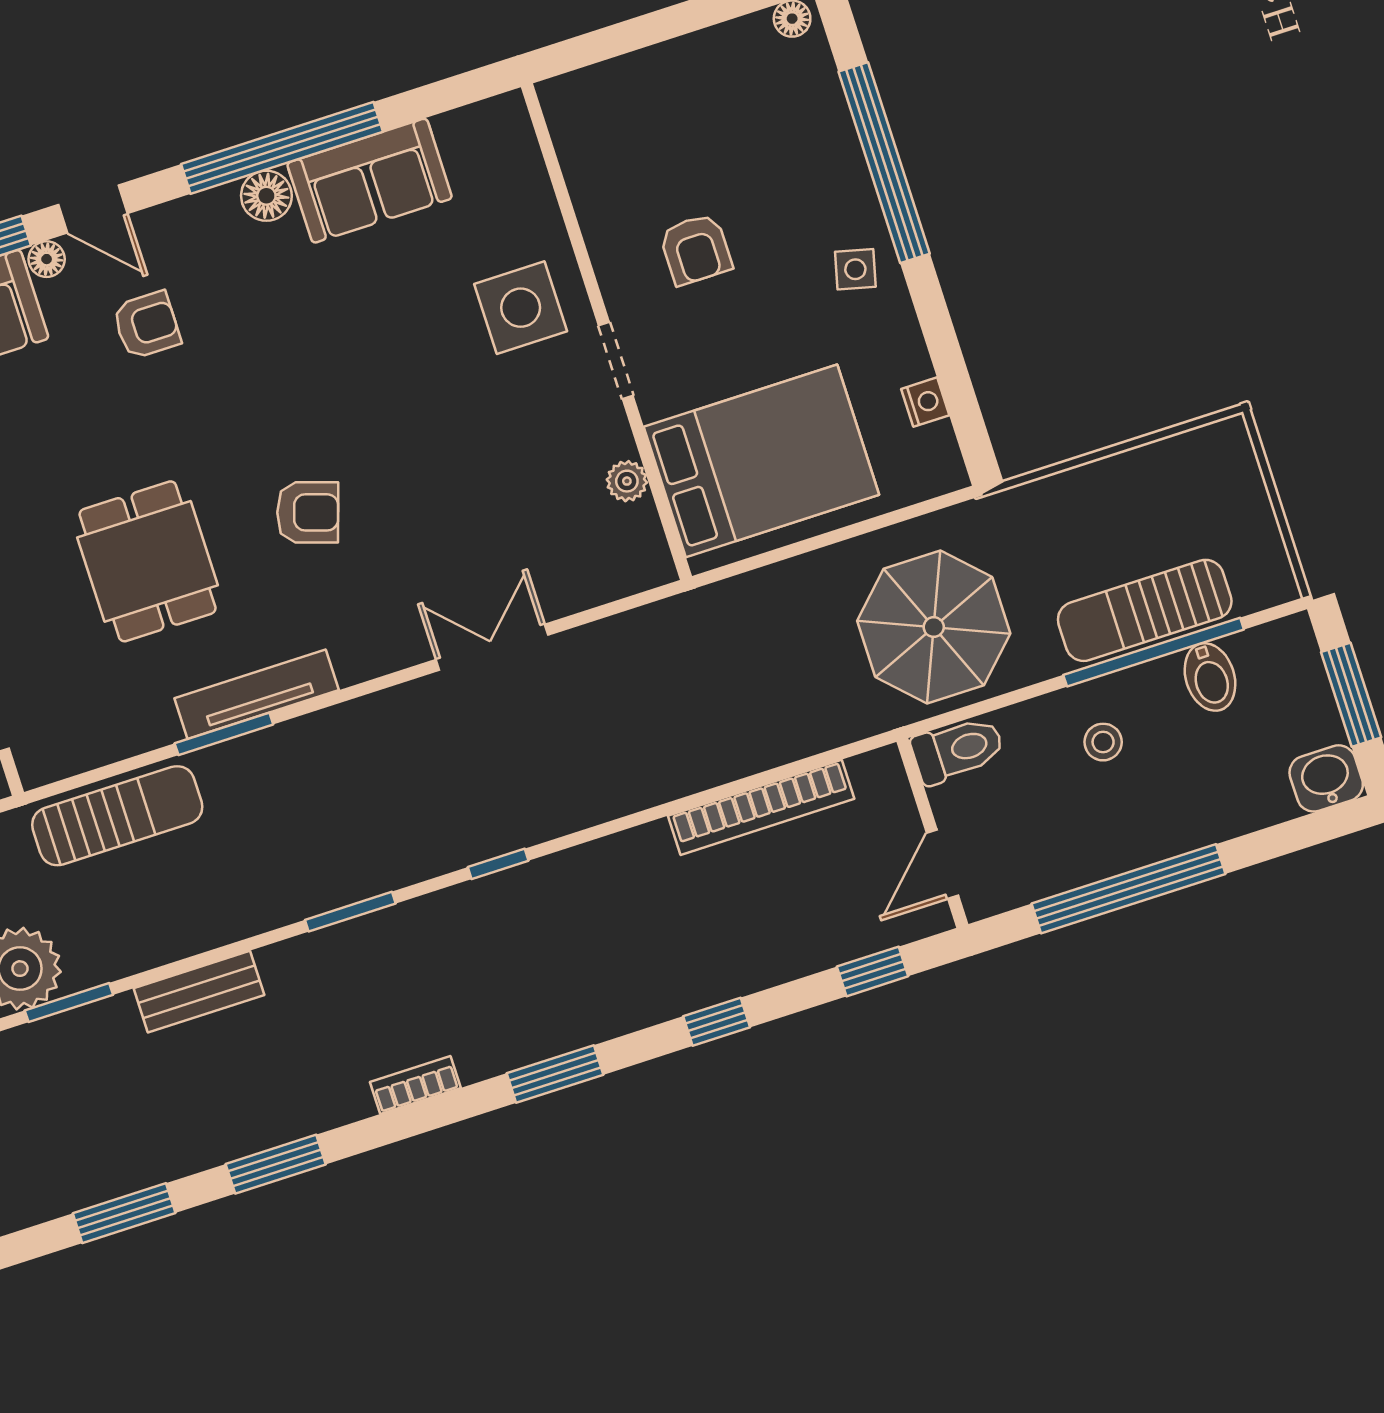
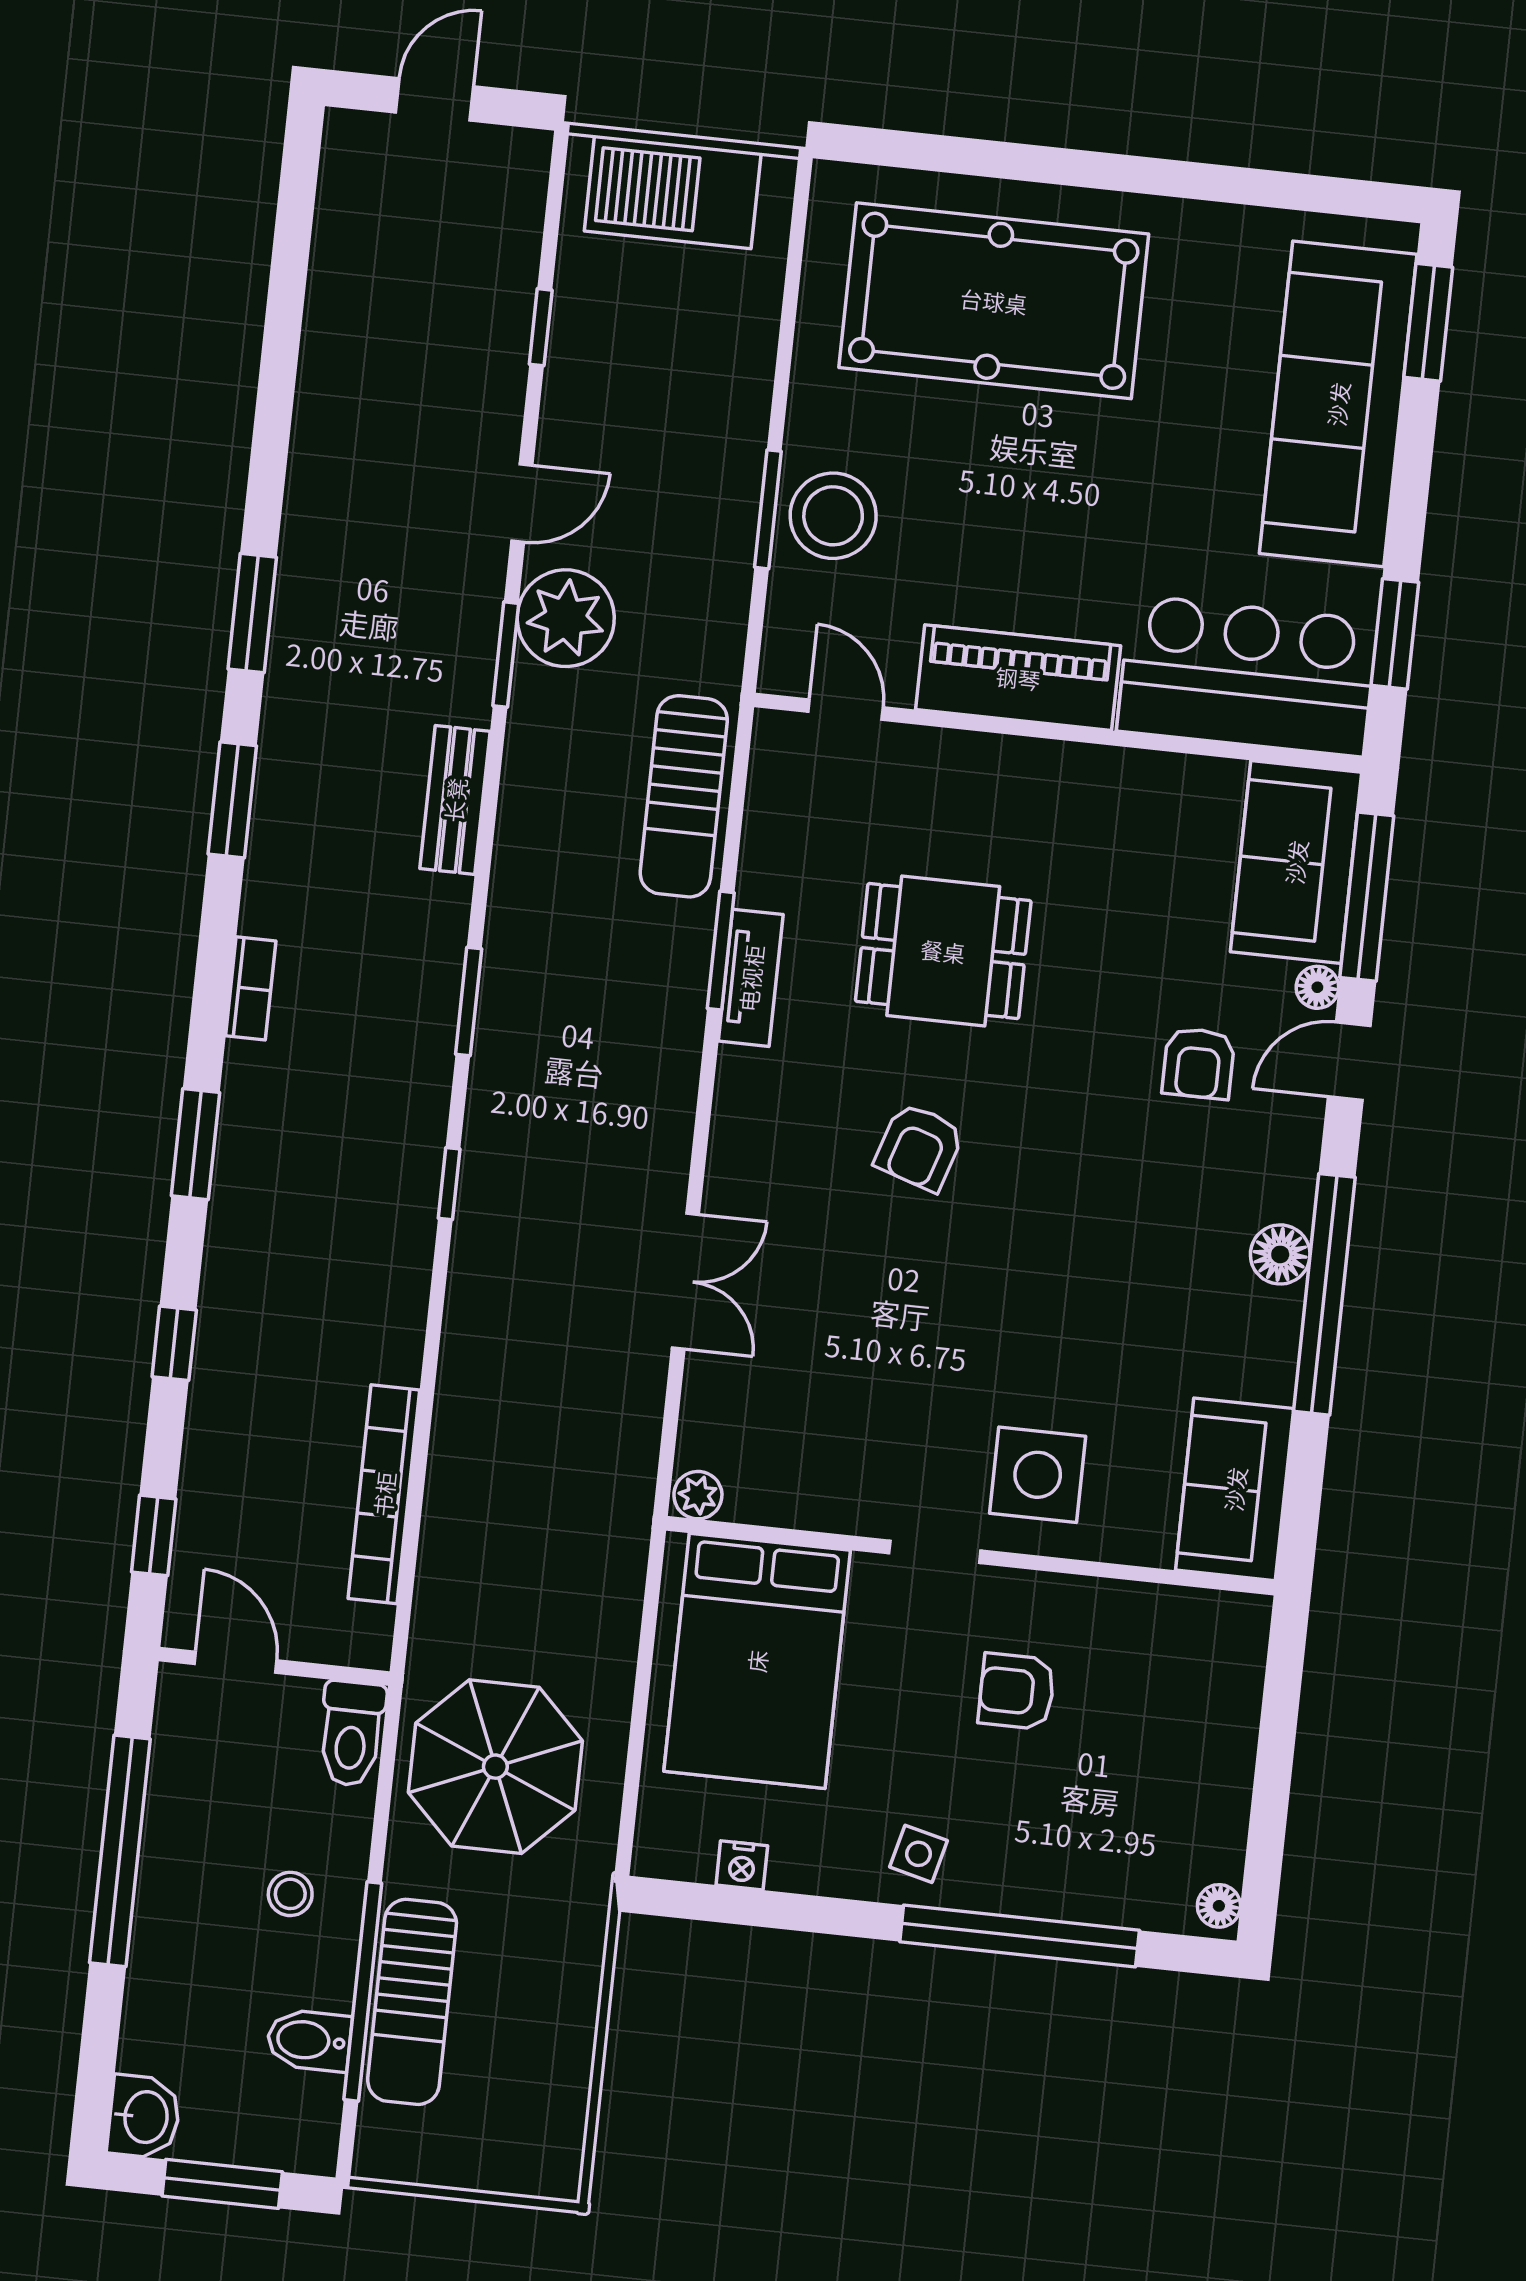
sofa: (370, 181) -> (1235, 1489), moved
plant: (627, 481) -> (698, 1495), moved
sun lounger: (1145, 610) -> (412, 2002), turned 180
tv unit: (257, 694) -> (751, 978), width x0.71

